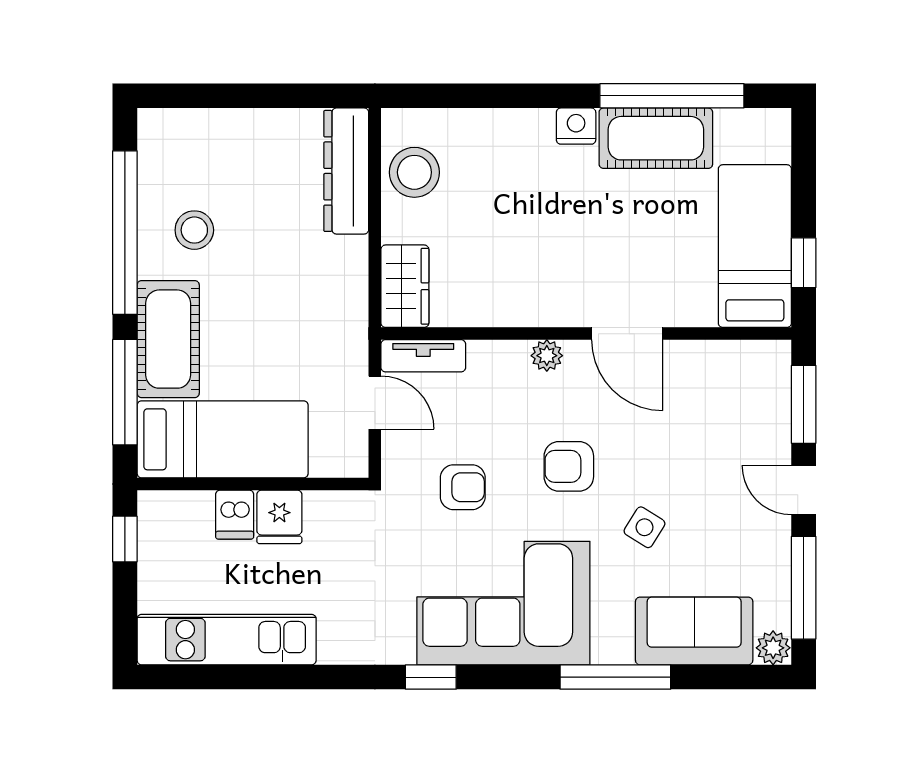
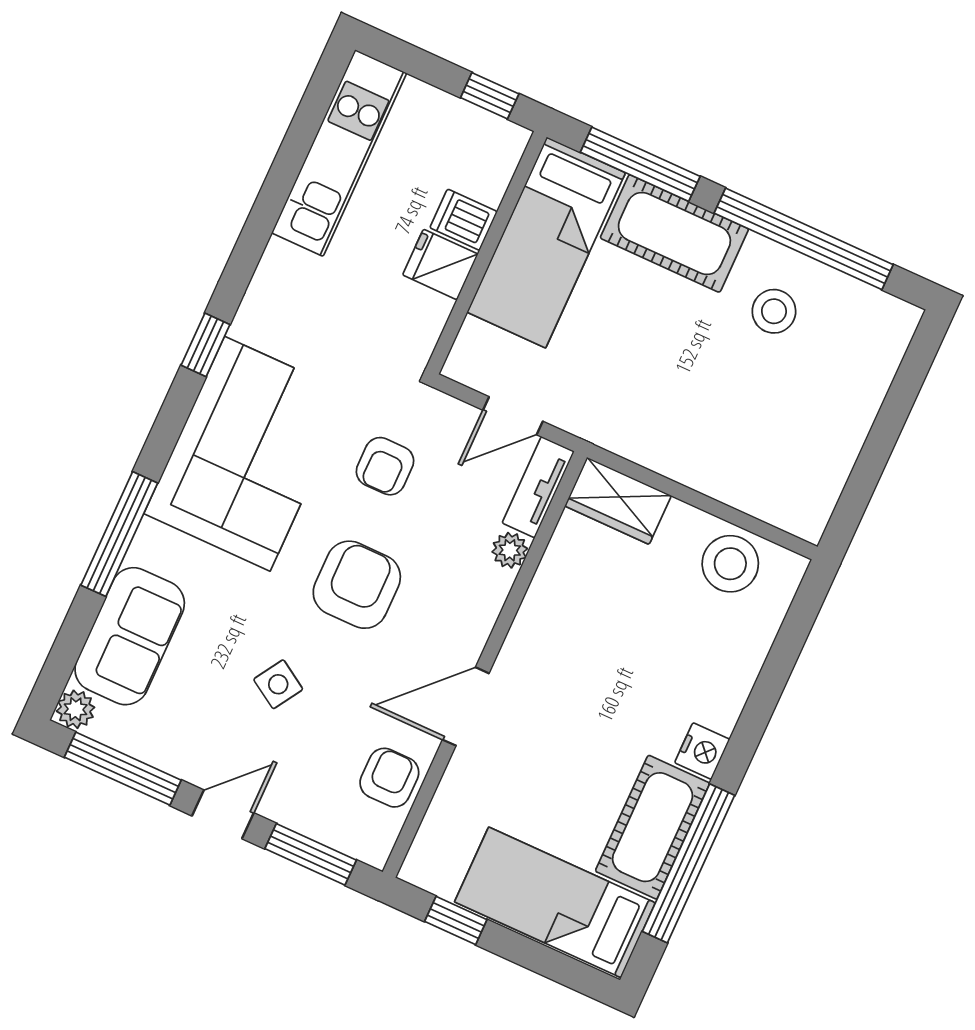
dresser: (346, 171) -> (764, 495), removed
bed: (755, 246) -> (555, 902), moved, turned 180
plant: (547, 356) -> (510, 550), moved
armchair: (713, 369) -> (389, 778), added
armchair: (569, 466) -> (357, 585), width x1.38, depth x1.38
side table: (644, 527) -> (278, 684), moved

